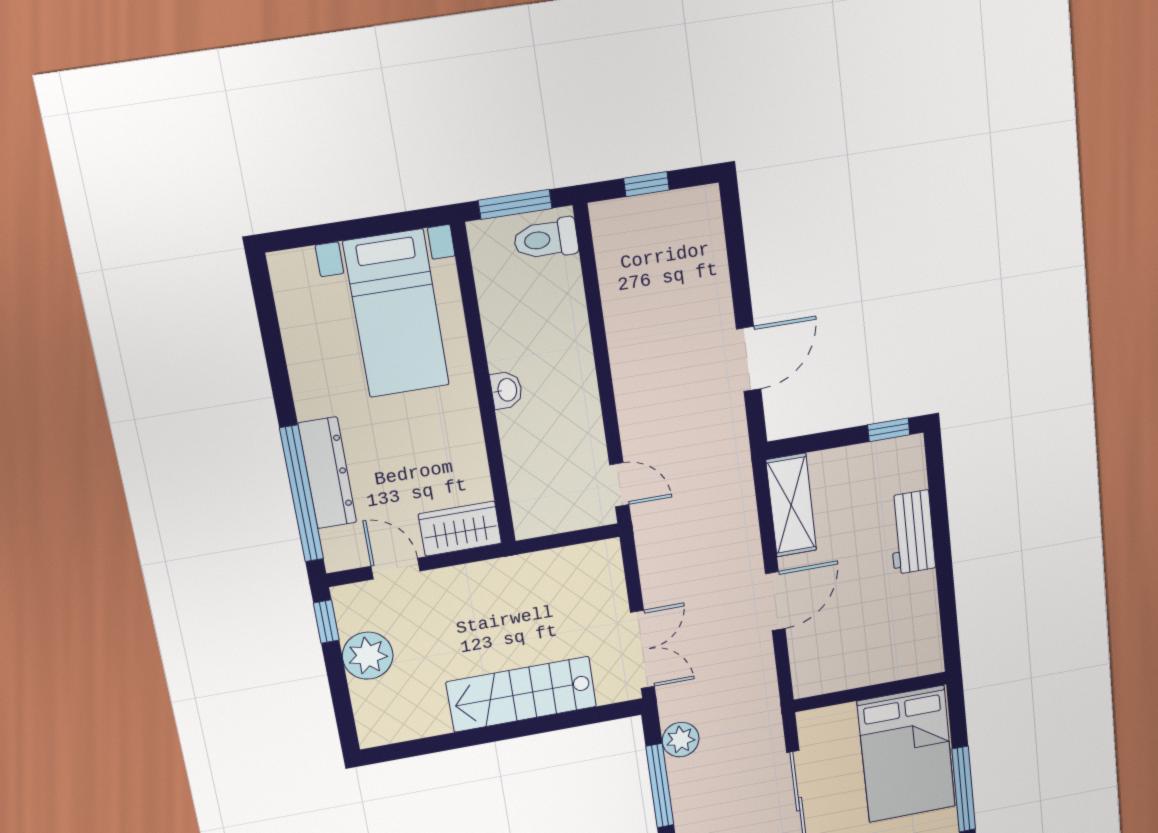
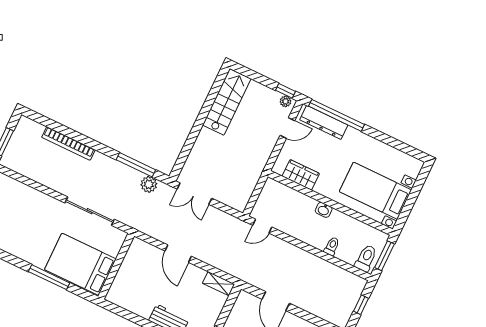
toilet: (568, 324) -> (332, 246), added
dresser: (327, 473) -> (324, 122), moved
shelving: (791, 505) -> (218, 284), width x0.67, depth x0.75
wardrobe: (460, 529) -> (301, 175), moved, turned -90
plant: (368, 656) -> (285, 101), moved, width x0.53, depth x0.53
stairs: (522, 694) -> (227, 102), moved

